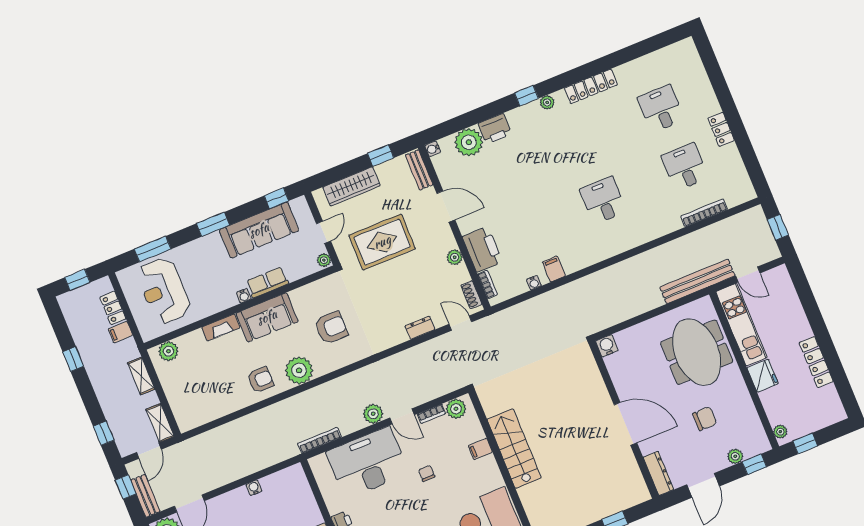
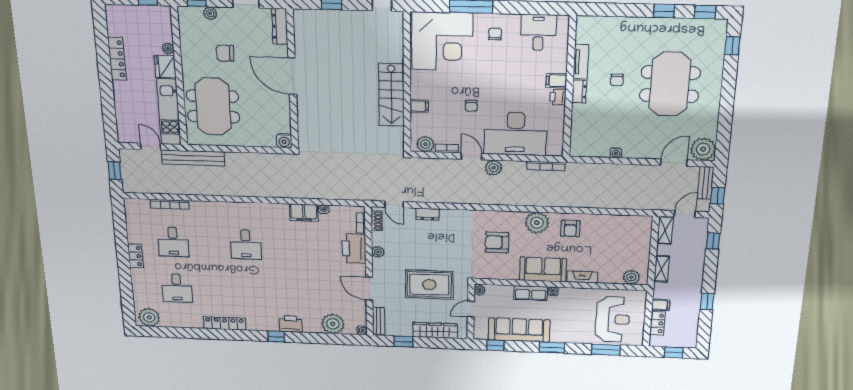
plant: (547, 102) -> (149, 317), moved, width x1.87, depth x1.87
printer: (495, 129) -> (291, 324), moved
filing cabinet: (554, 269) -> (304, 213), width x2.00
armchair: (261, 380) -> (570, 228), turned -90
plant: (780, 432) -> (168, 48), moved

